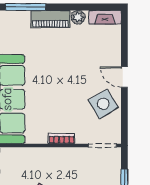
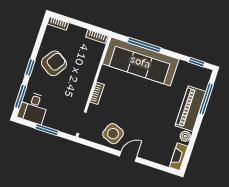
piano: (51, 19) -> (190, 109), width x1.37, depth x1.33
side table: (103, 104) -> (113, 134), turned -38

